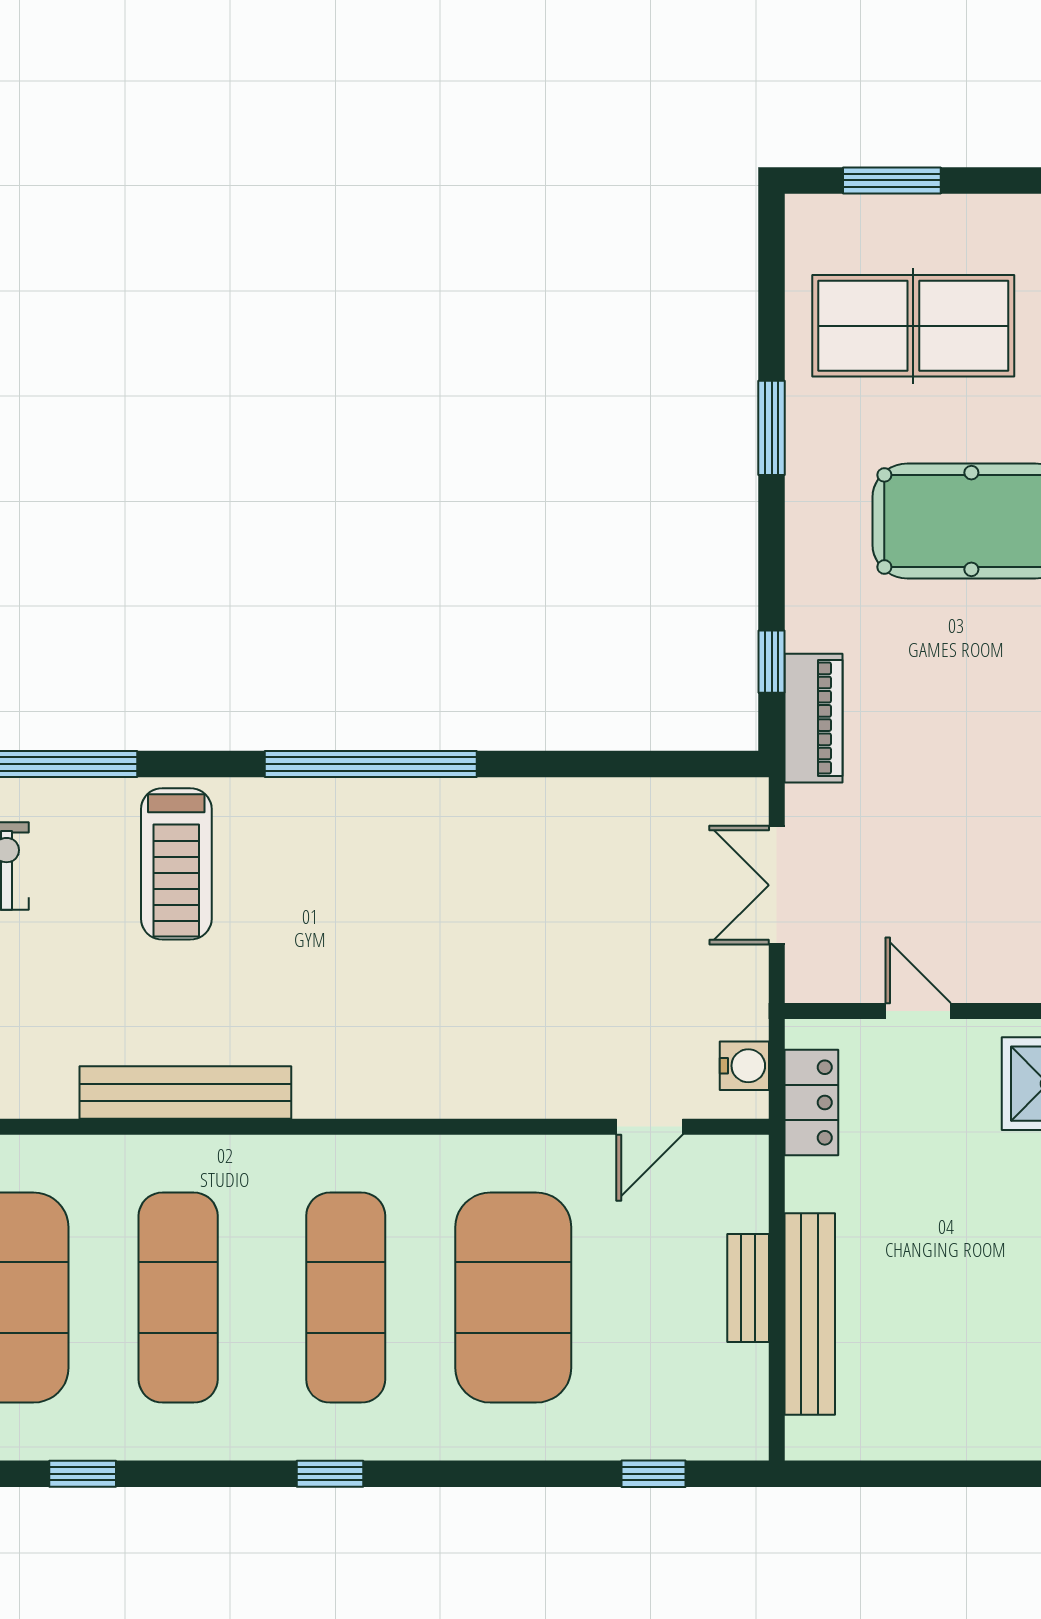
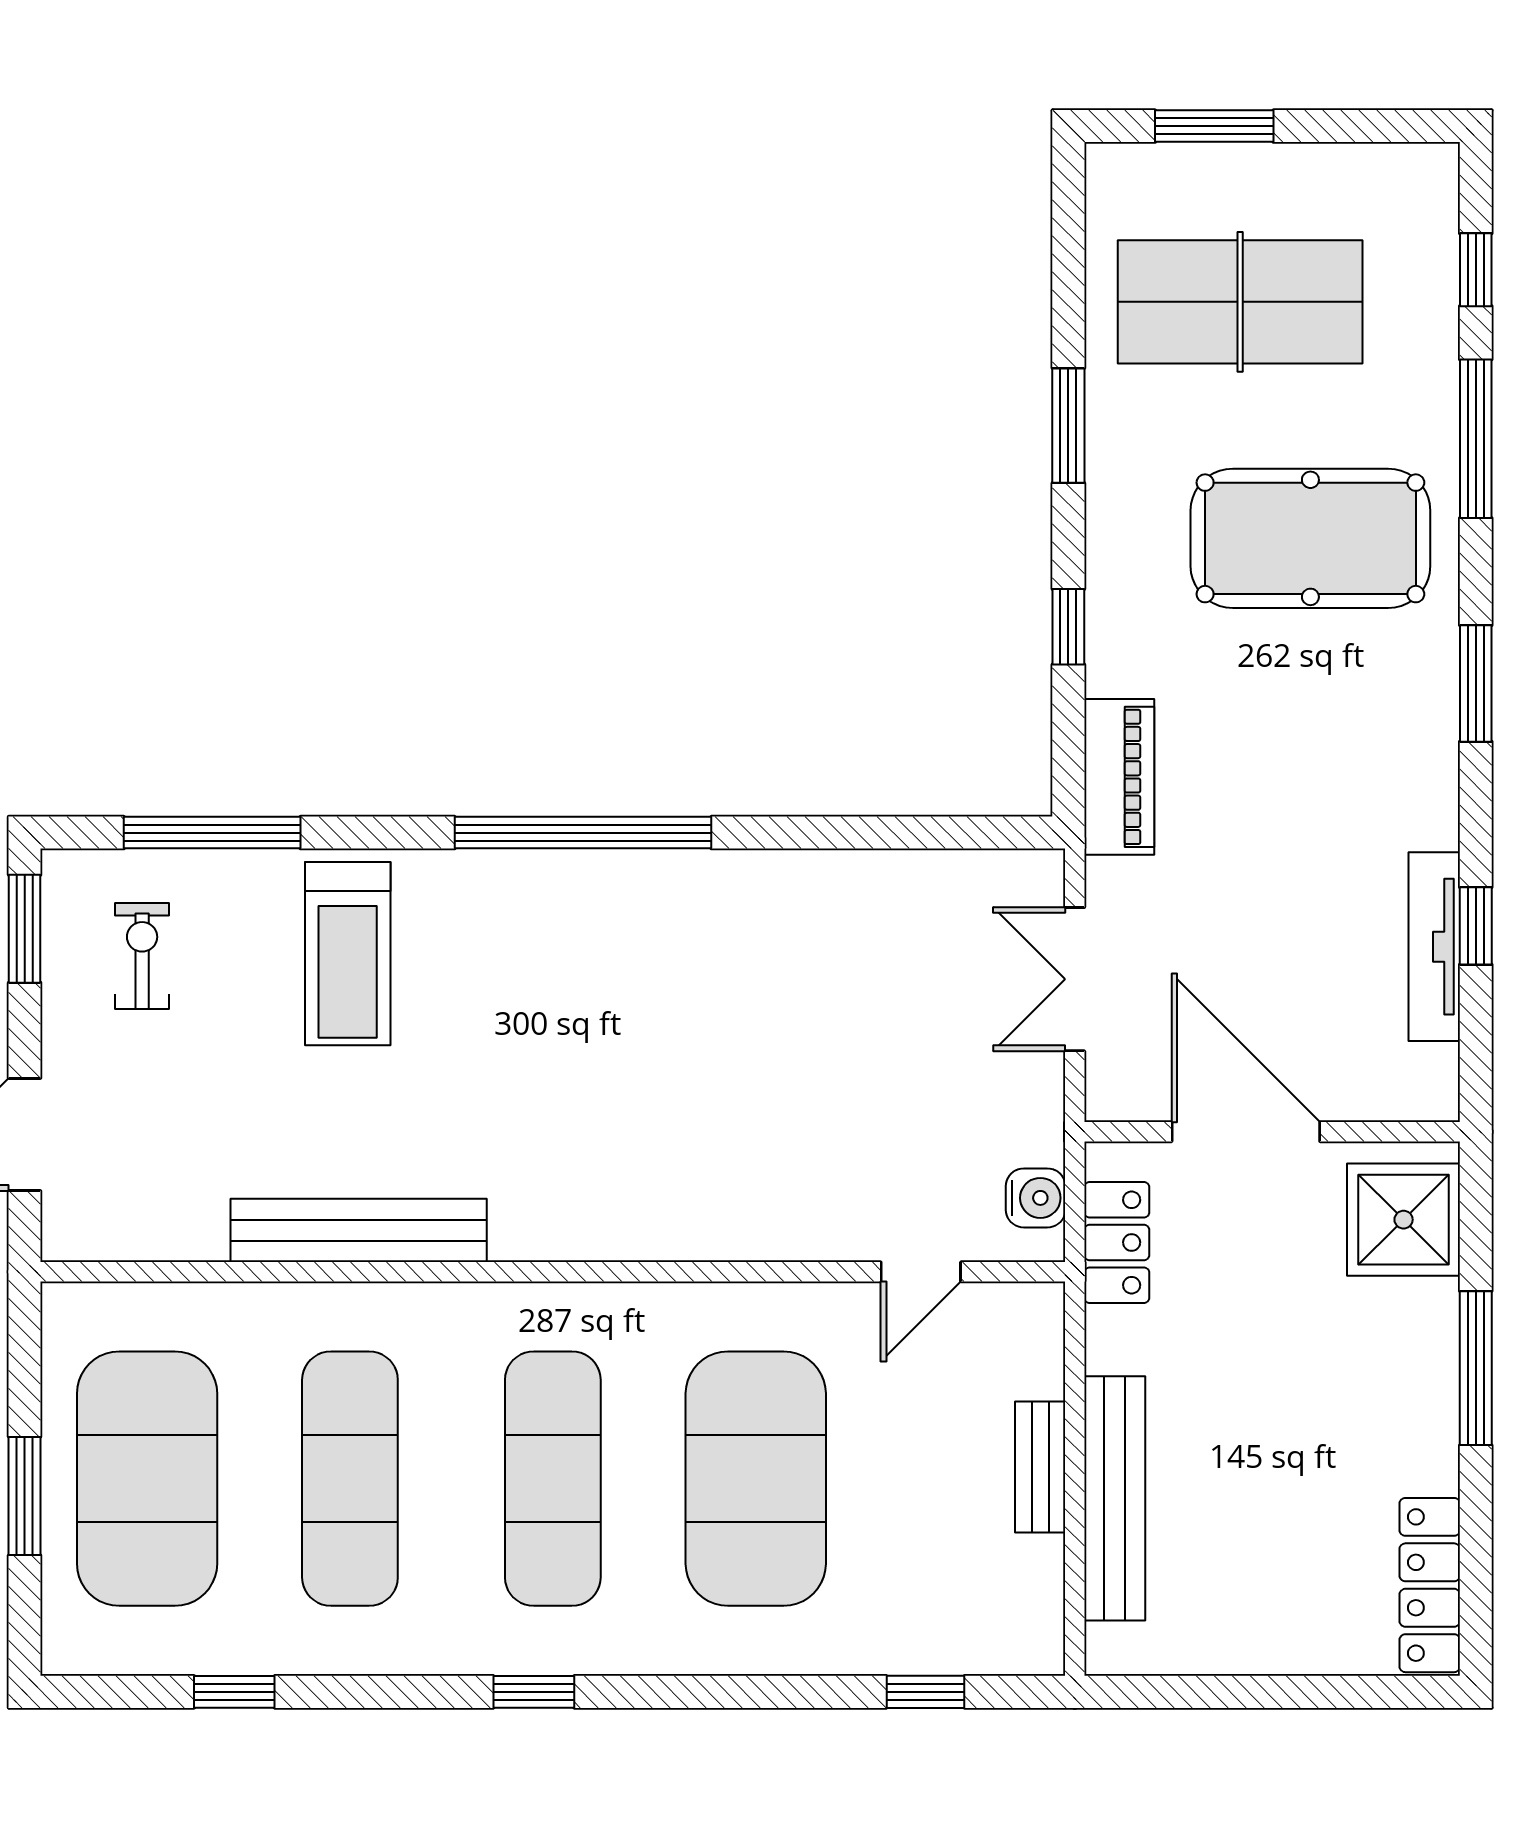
window: (772, 662) -> (1068, 627), moved
door: (918, 1011) -> (1246, 1132), width x1.88

